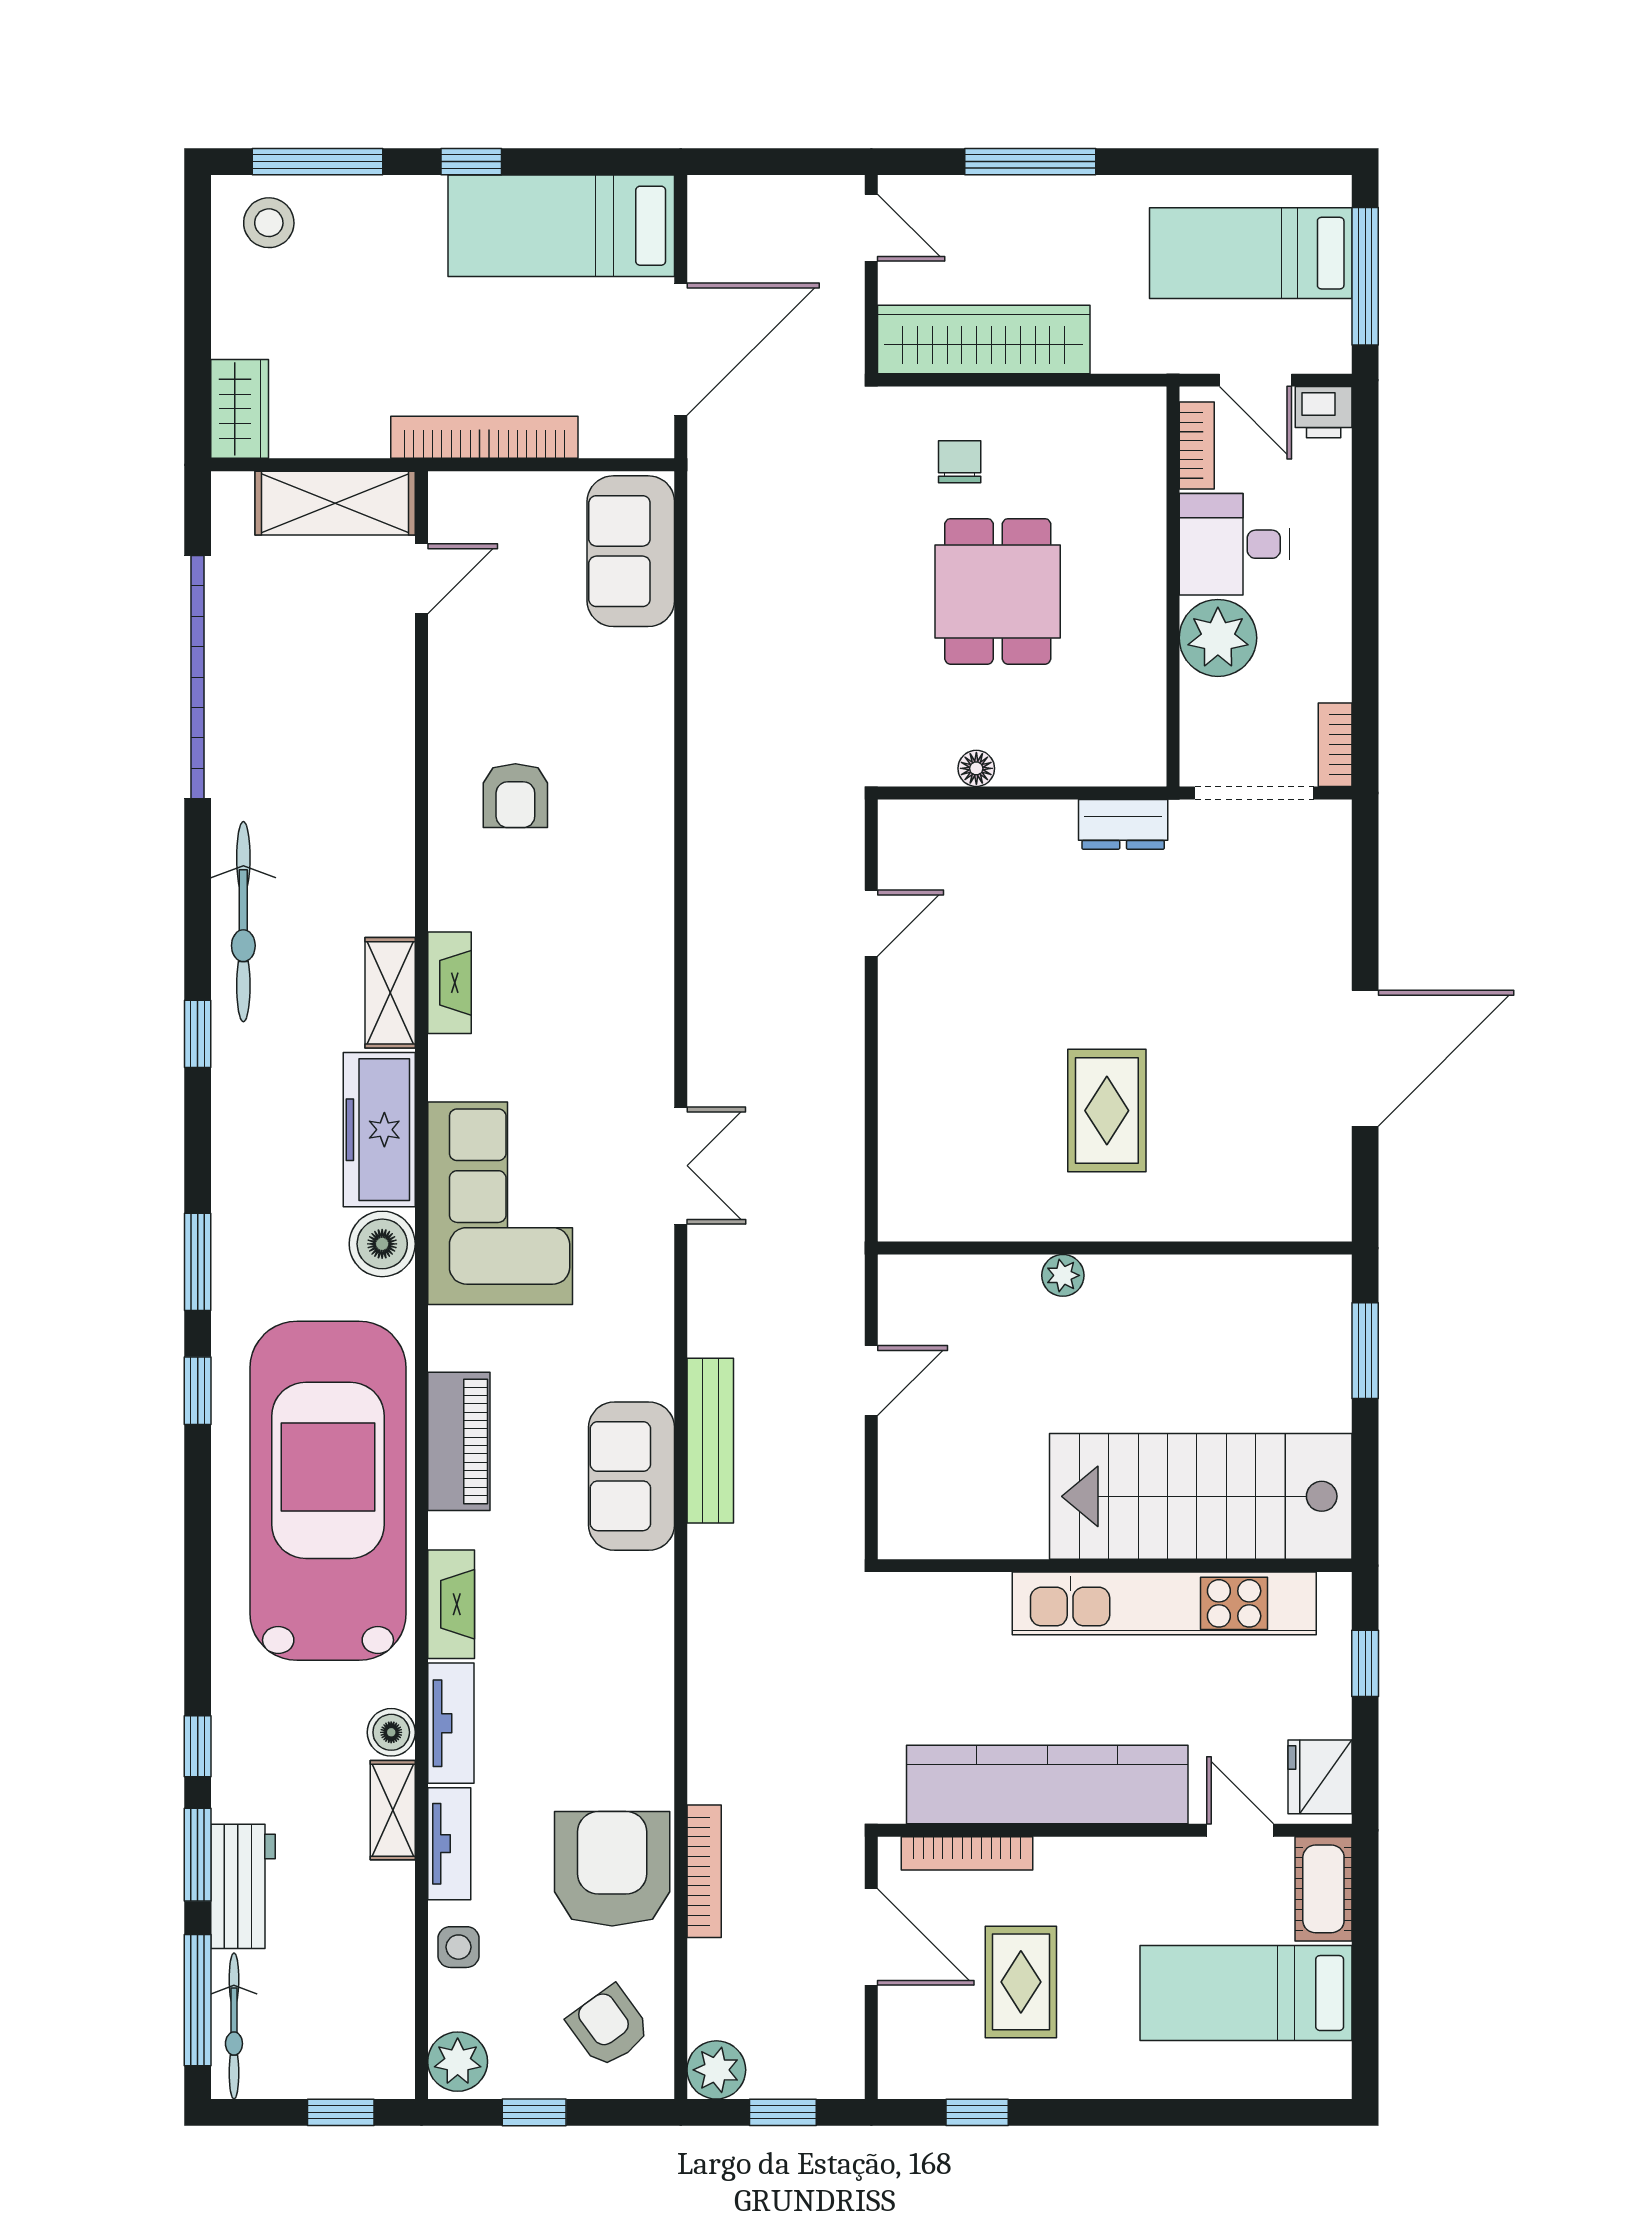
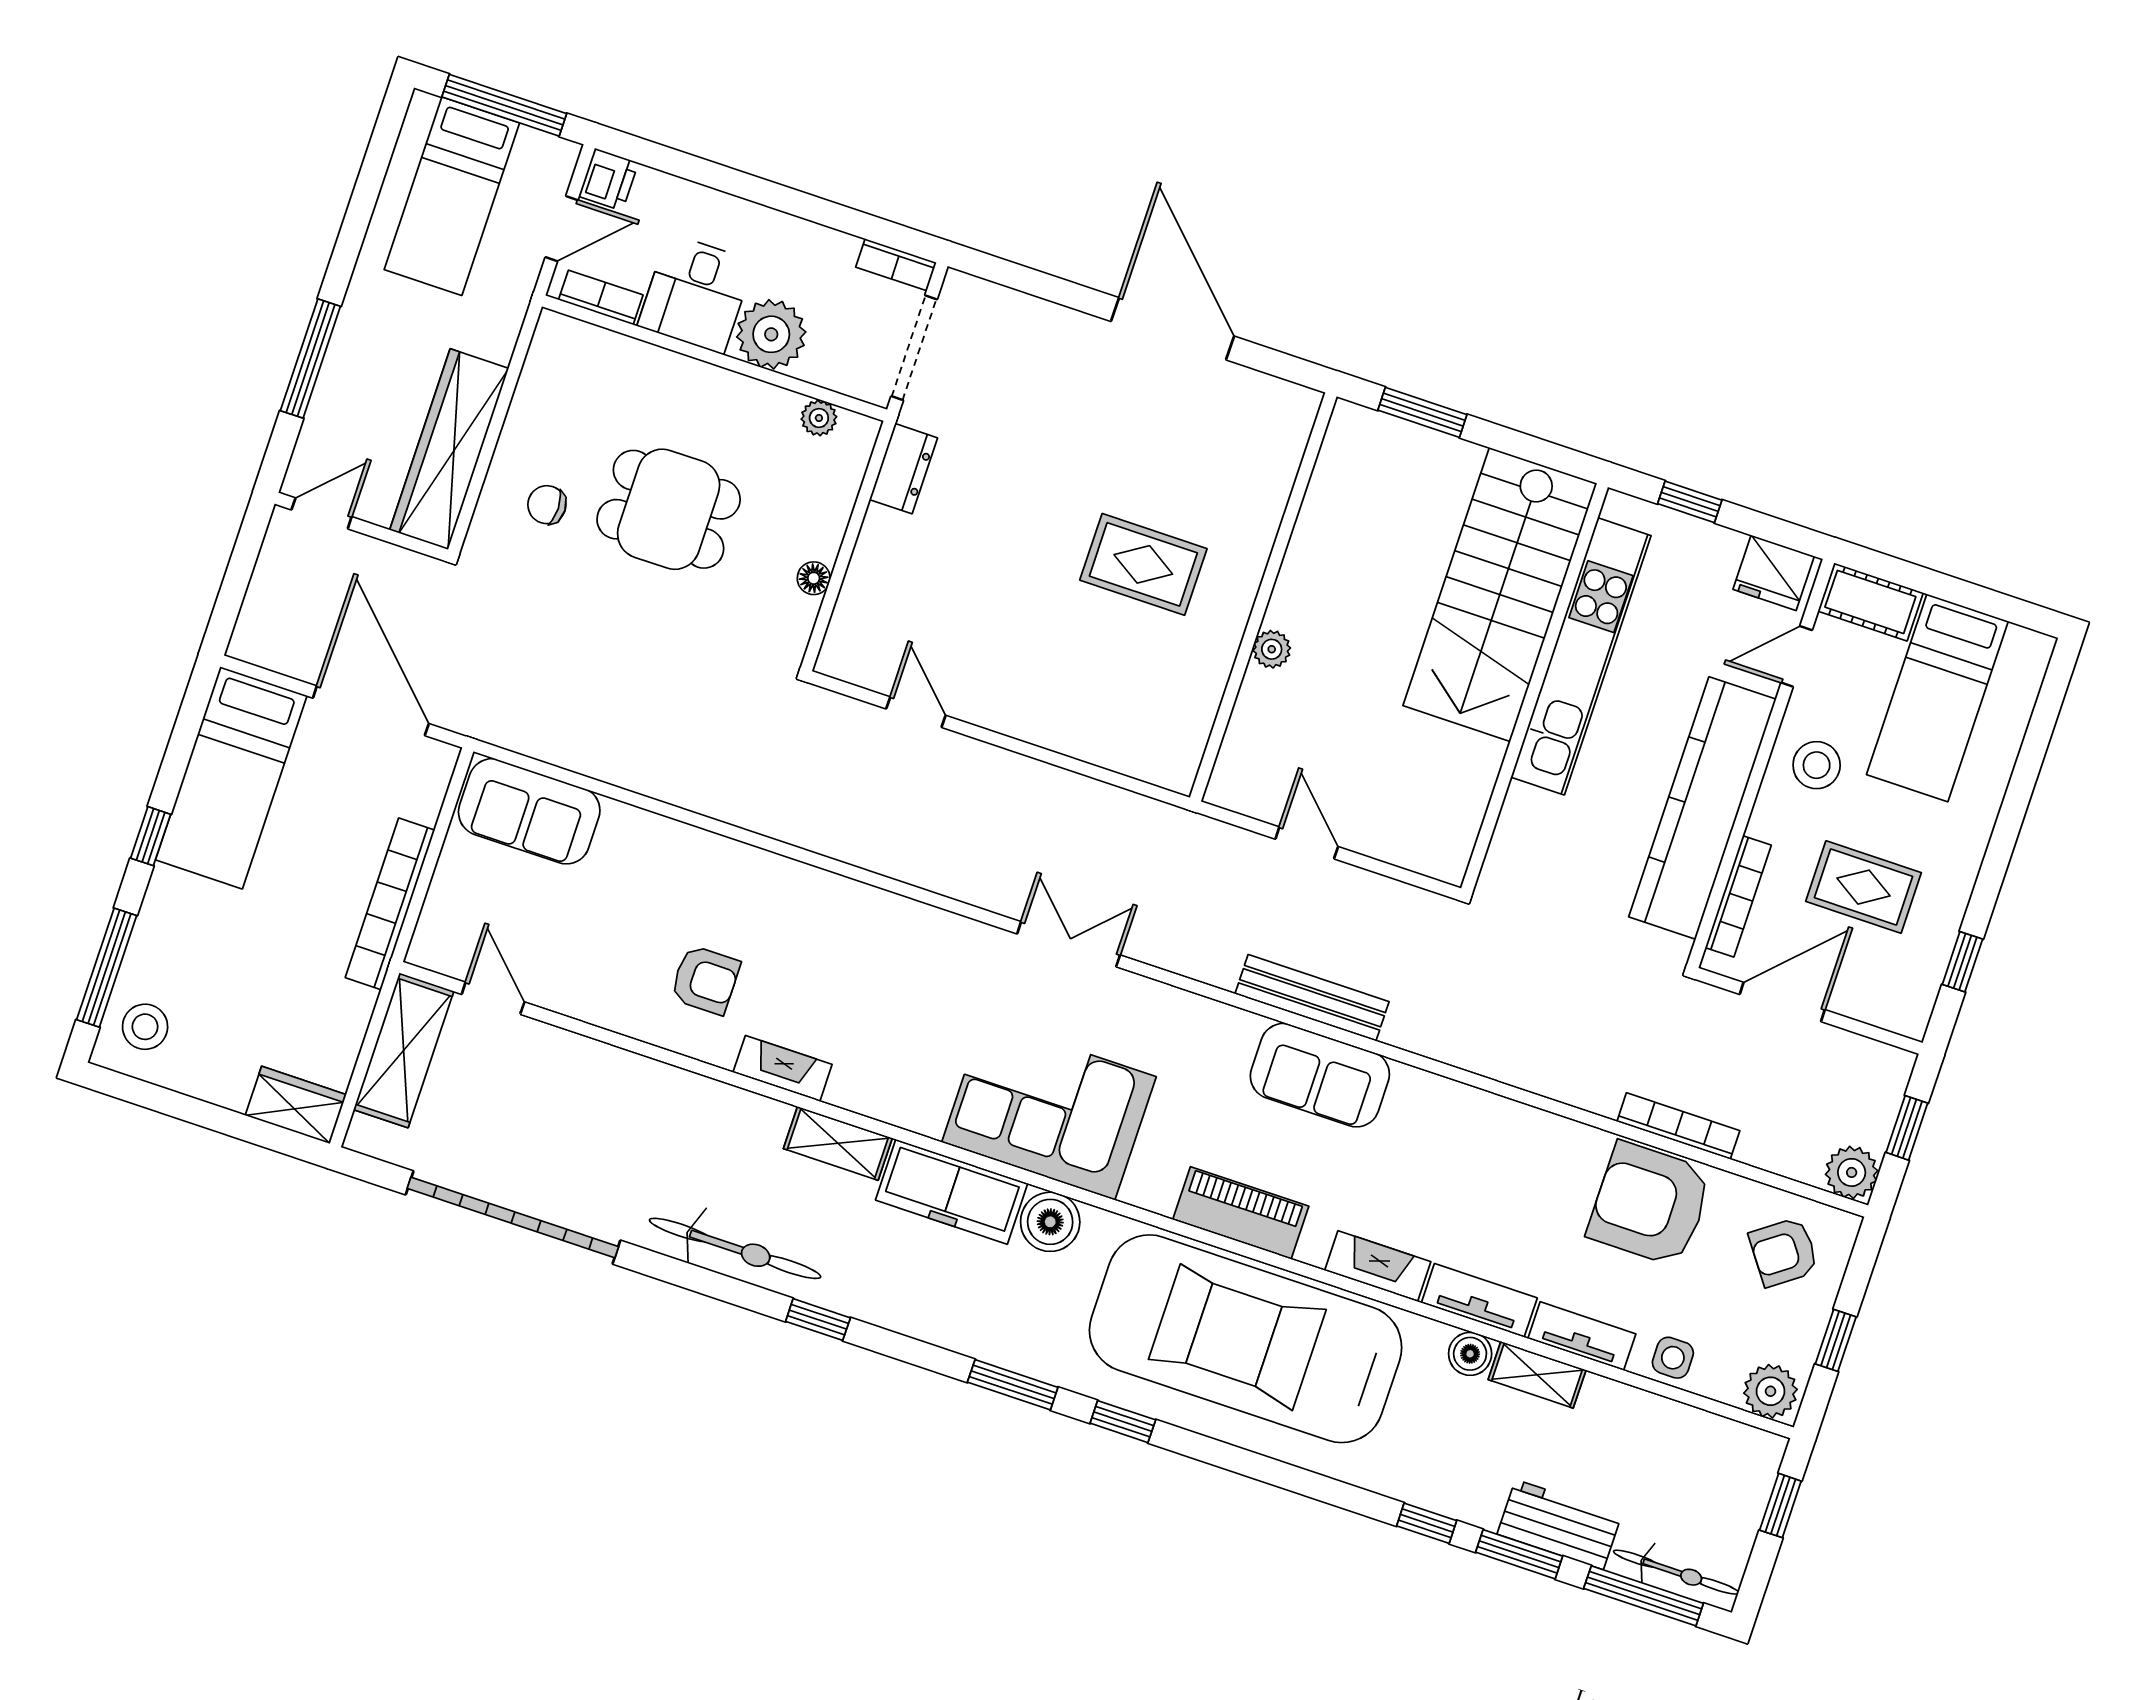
plant: (1147, 718) -> (819, 418), added
fireplace: (449, 983) -> (783, 1068), moved
stool: (1133, 1890) -> (1817, 765), added

